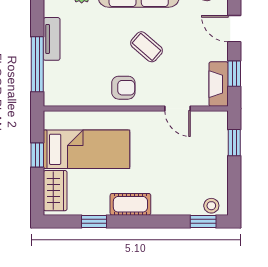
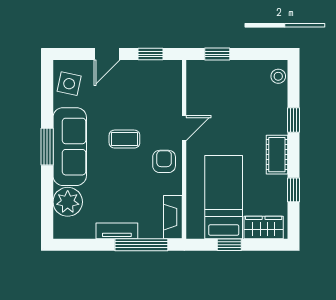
coffee table: (147, 47) -> (124, 139), turned 49
fireplace: (219, 84) -> (173, 217), moved, turned 90
door: (178, 109) -> (184, 128), moved
window: (203, 221) -> (293, 120), moved

